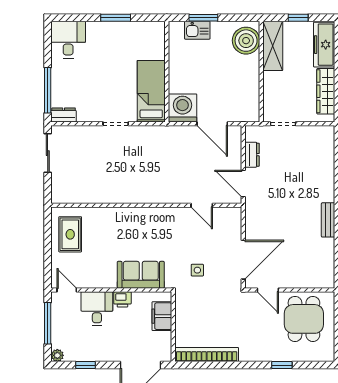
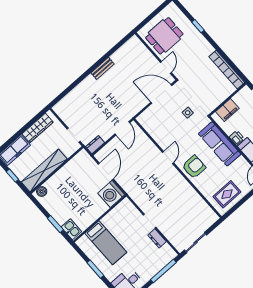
kitchen sink: (197, 30) -> (71, 229), moved
boiler: (246, 41) -> (42, 191), width x0.54, depth x0.54
shelving: (273, 46) -> (44, 171), width x1.47
bed: (151, 91) -> (106, 243), moved, turned -90
dresser: (64, 115) -> (157, 238), moved
dresser: (252, 155) -> (95, 145), moved
door: (202, 205) -> (168, 157), moved
armchair: (132, 224) -> (194, 167), added
sofa: (141, 275) -> (220, 144), width x1.36

